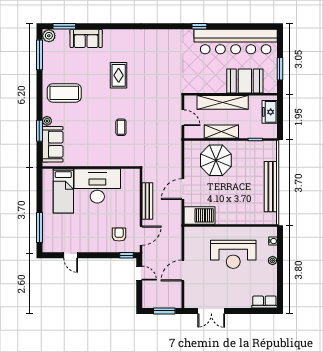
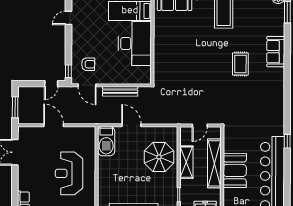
sofa: (86, 38) -> (276, 52), moved
rug: (119, 75) -> (240, 64), turned 90
booth: (245, 81) -> (235, 170), moved
coffee table: (121, 127) -> (191, 66), removed

